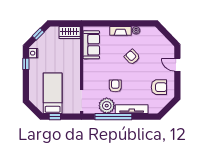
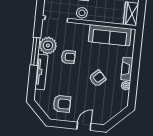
sofa: (91, 45) -> (110, 35), width x1.36
stool: (73, 78) -> (82, 13), added
armchair: (159, 87) -> (62, 104), turned -90
window: (113, 117) -> (35, 51), width x0.68

